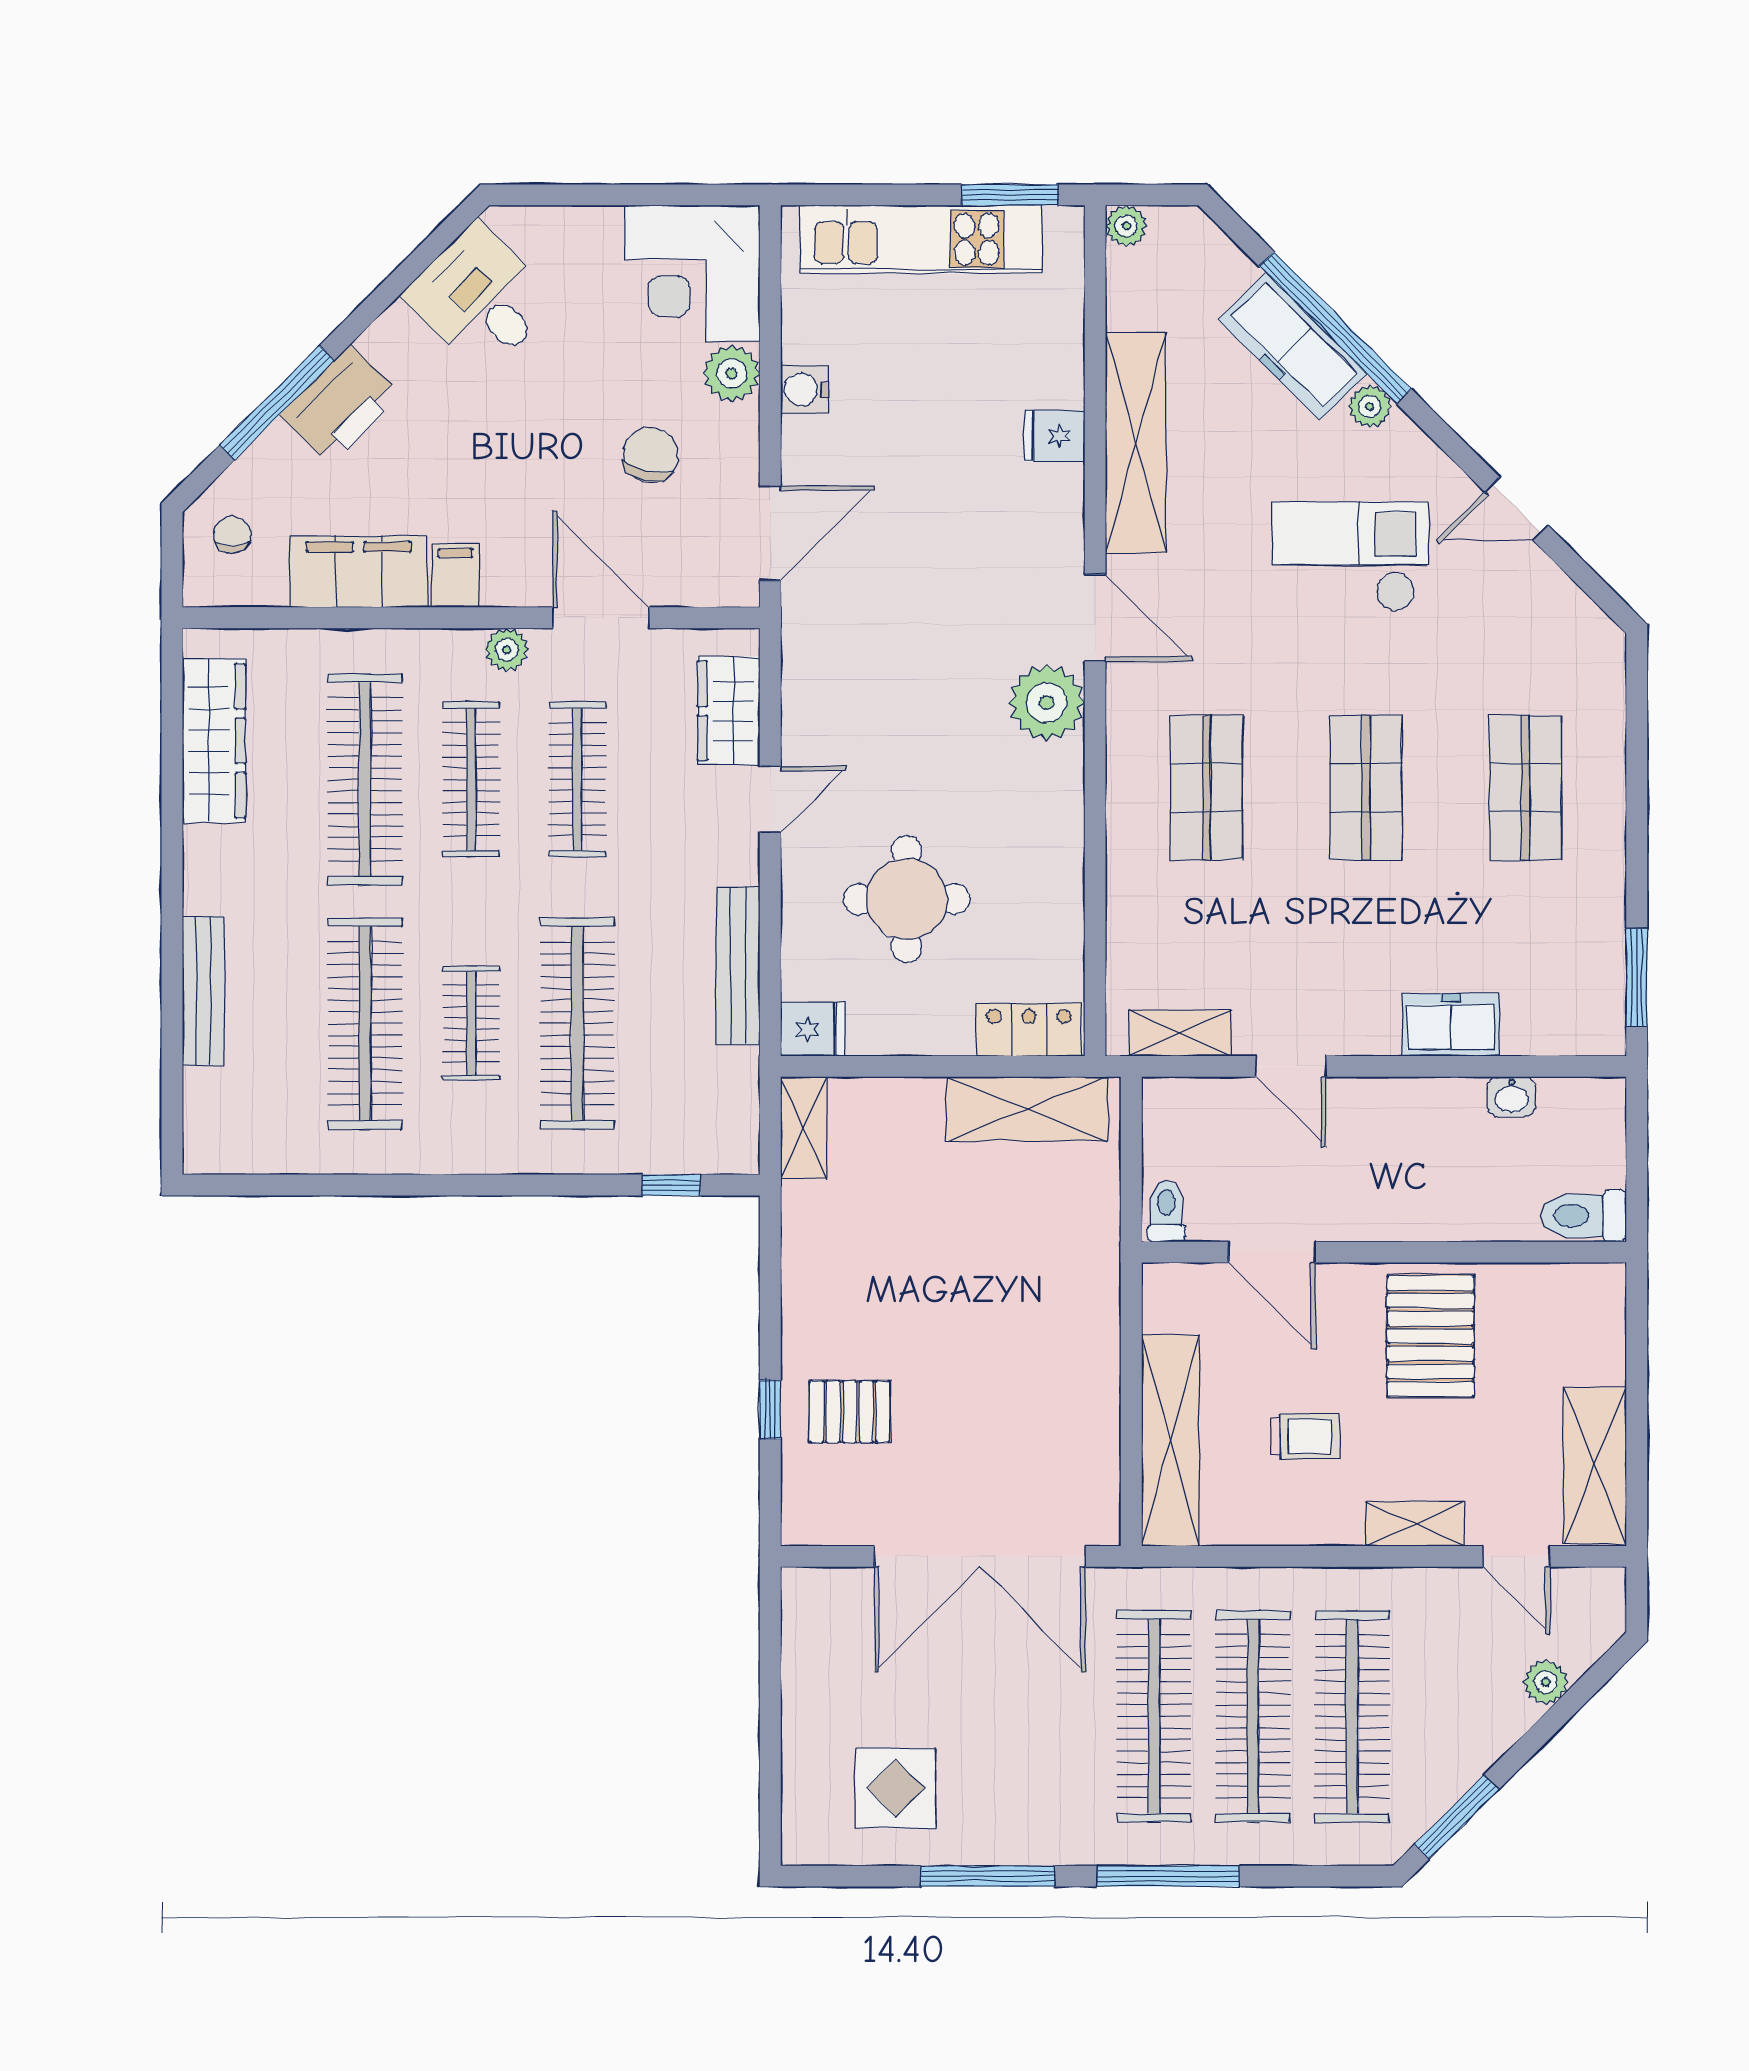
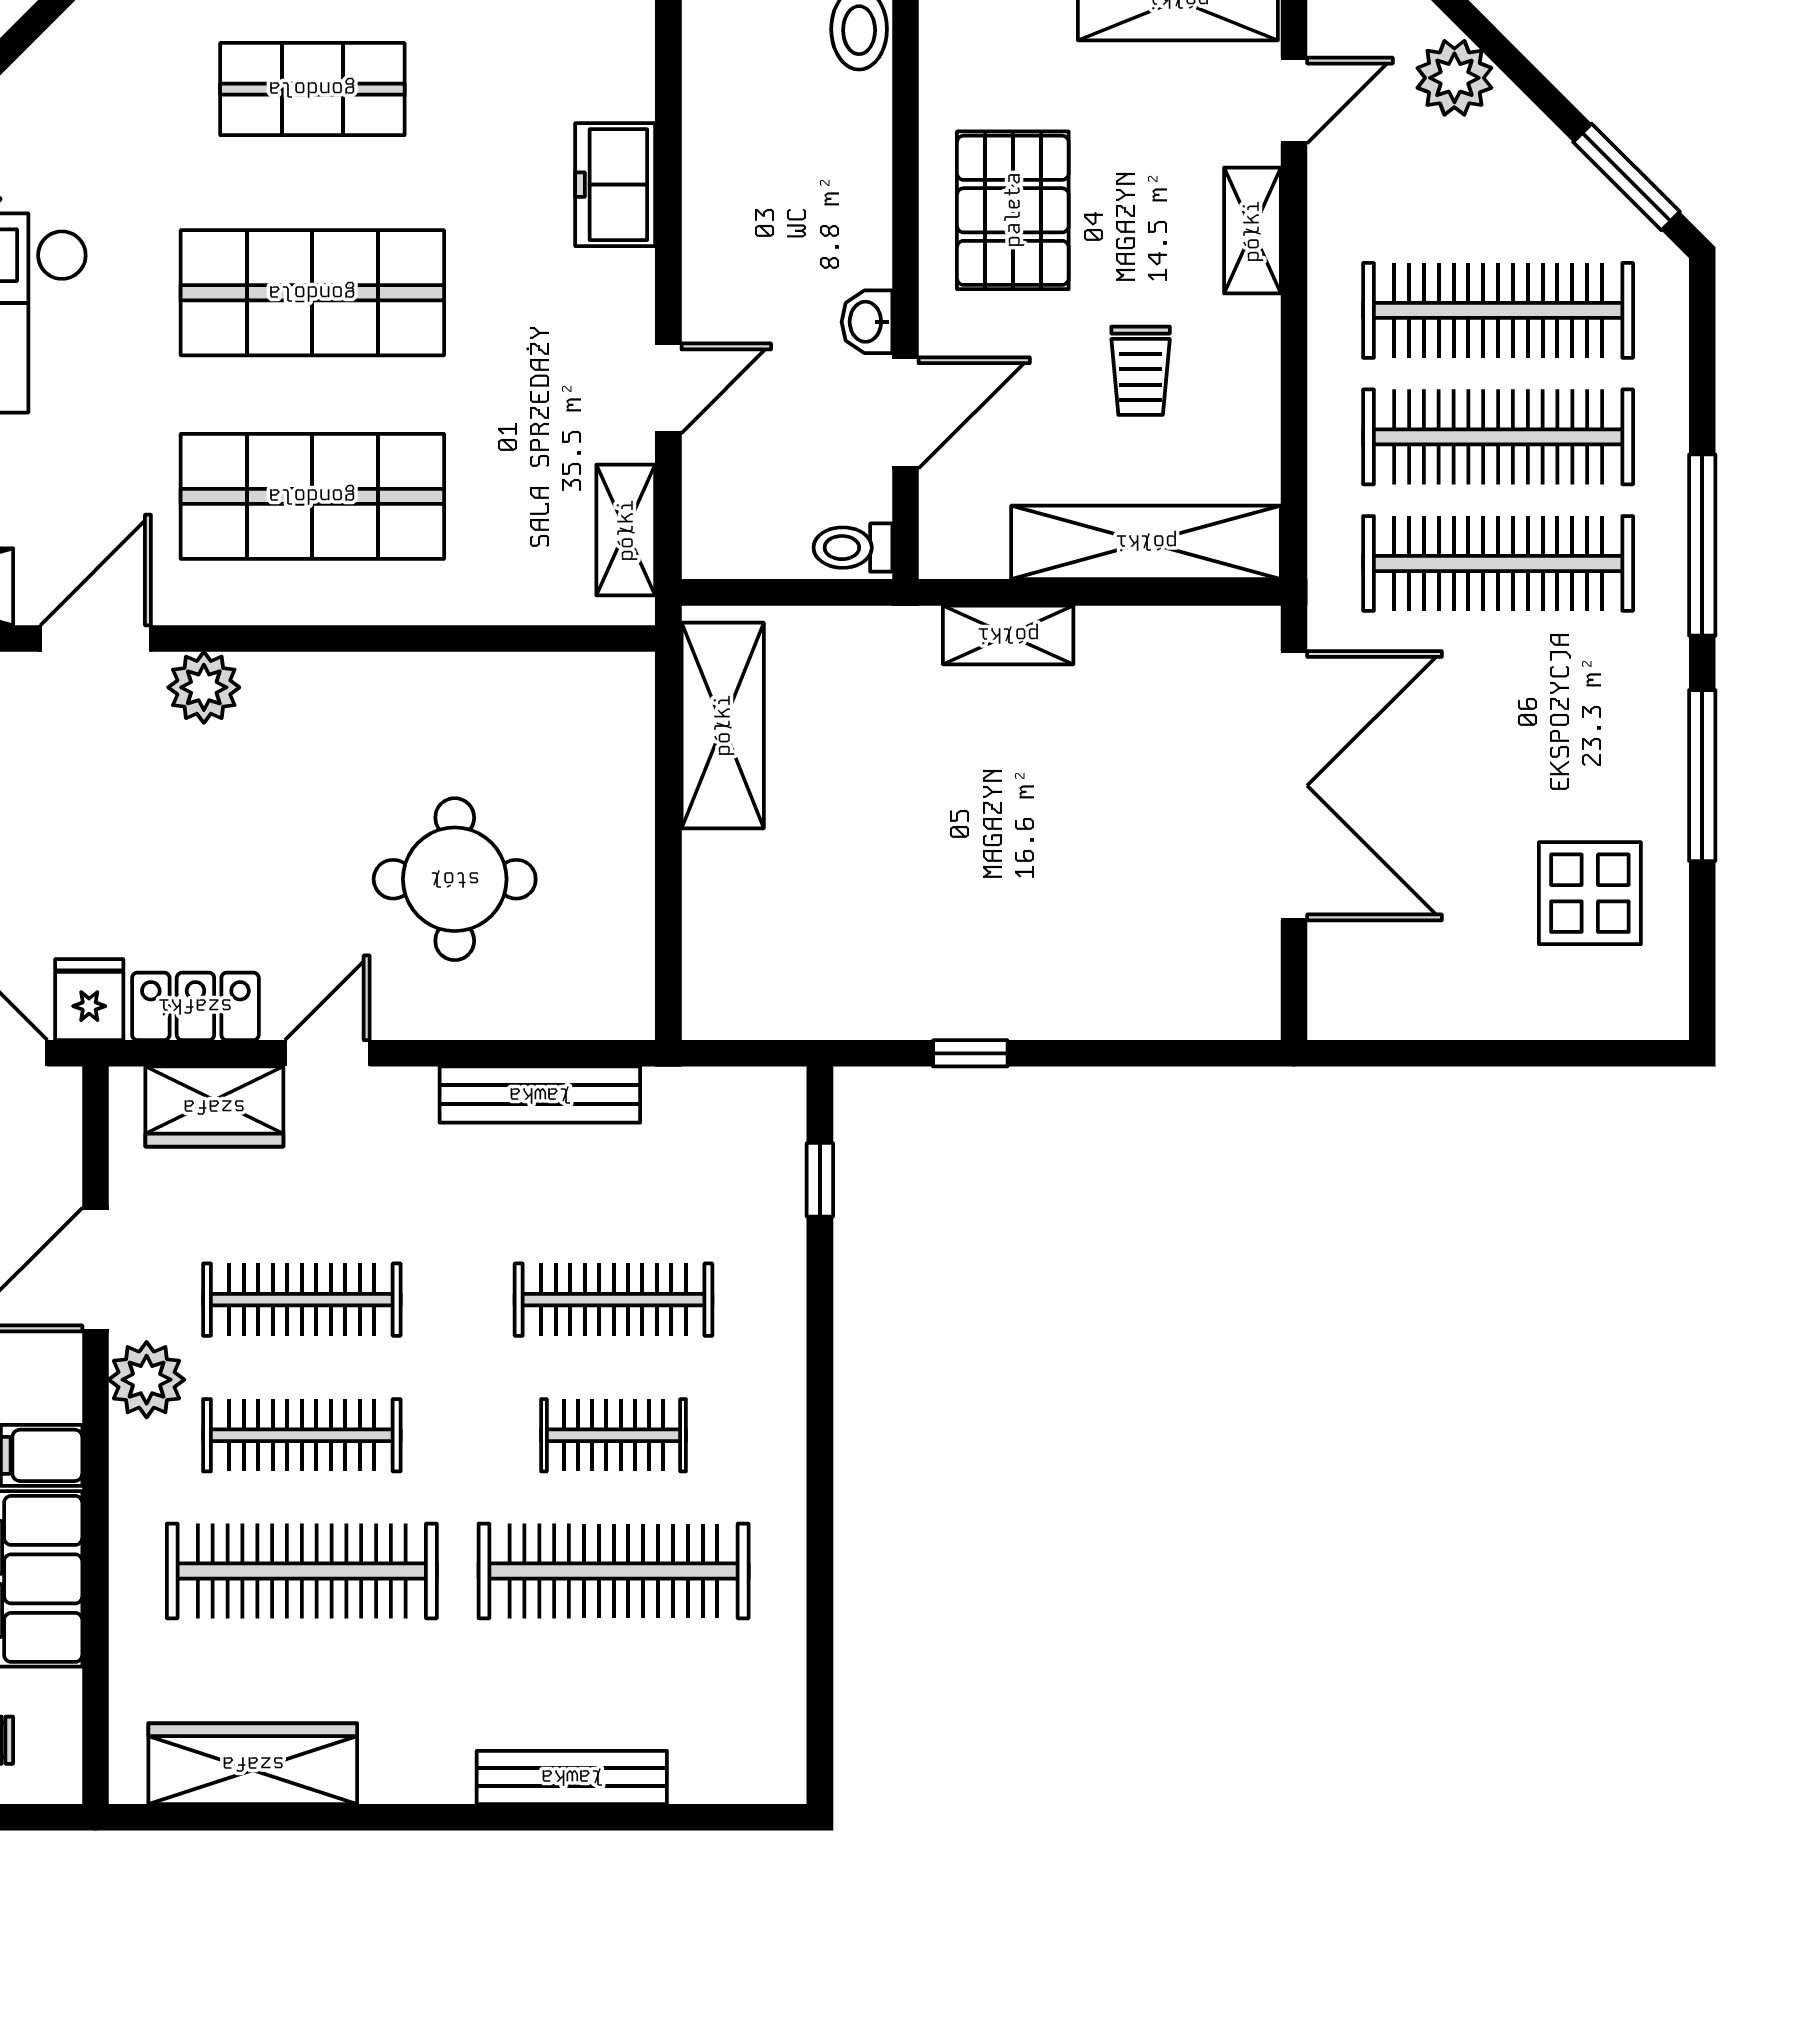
plant: (507, 650) -> (147, 1380), width x1.38, depth x1.38
plant: (1047, 703) -> (204, 687), width x0.73, depth x0.73
shop shelf: (1206, 788) -> (312, 496), width x1.43, depth x1.36
shop shelf: (1366, 788) -> (312, 293), width x1.43, depth x1.36
door: (770, 799) -> (327, 1053), hinge flipped
clothes rail: (577, 1023) -> (614, 1300), width x0.73, depth x0.76
fridge: (812, 1029) -> (89, 1000), moved
locker: (1029, 1030) -> (195, 1006), moved, turned 90
washbasin: (1512, 1097) -> (867, 322), moved, turned 180
shelving: (804, 1128) -> (1008, 635), moved
pallet: (1431, 1336) -> (1013, 210), turned 90
window: (770, 1409) -> (970, 1053), moved
pallet: (850, 1412) -> (1109, 952), removed
trolley: (1305, 1436) -> (1141, 371), turned 180
plant: (1546, 1682) -> (1454, 78), width x1.38, depth x1.38

